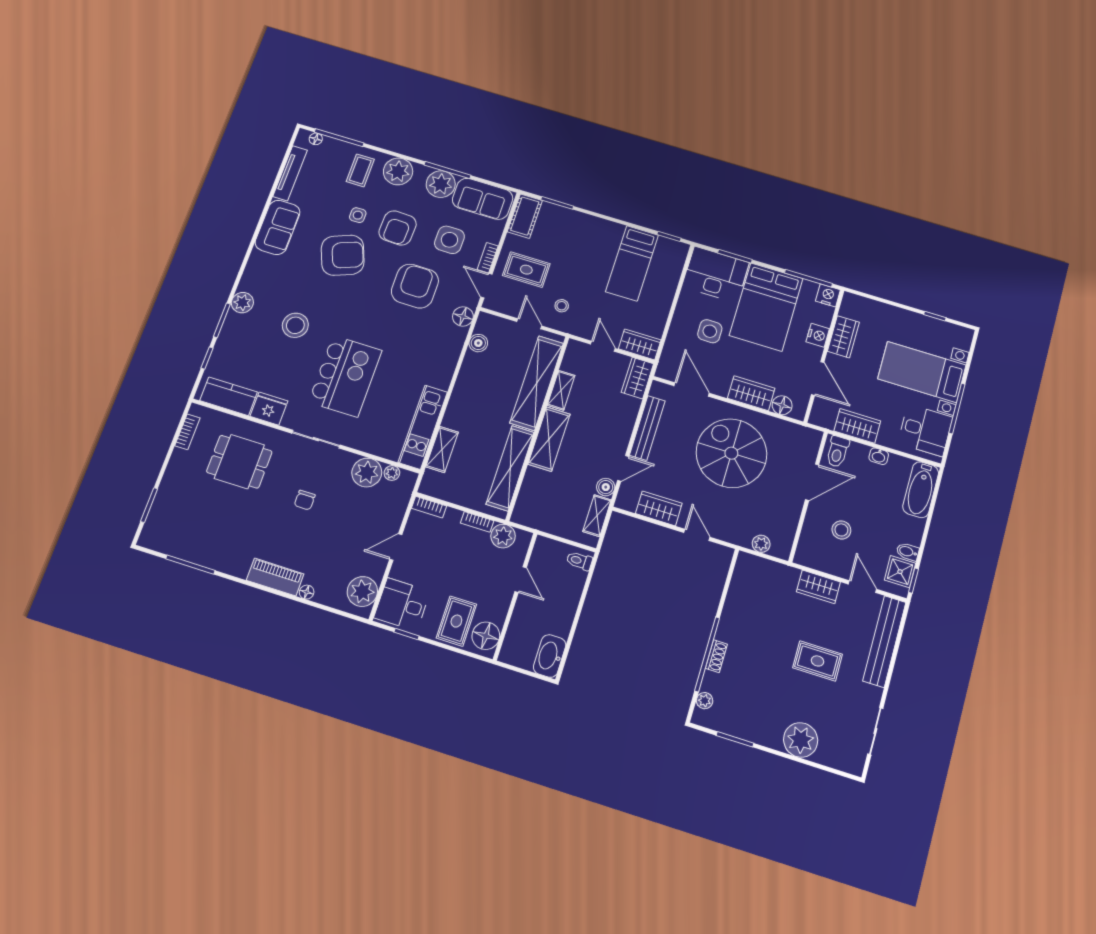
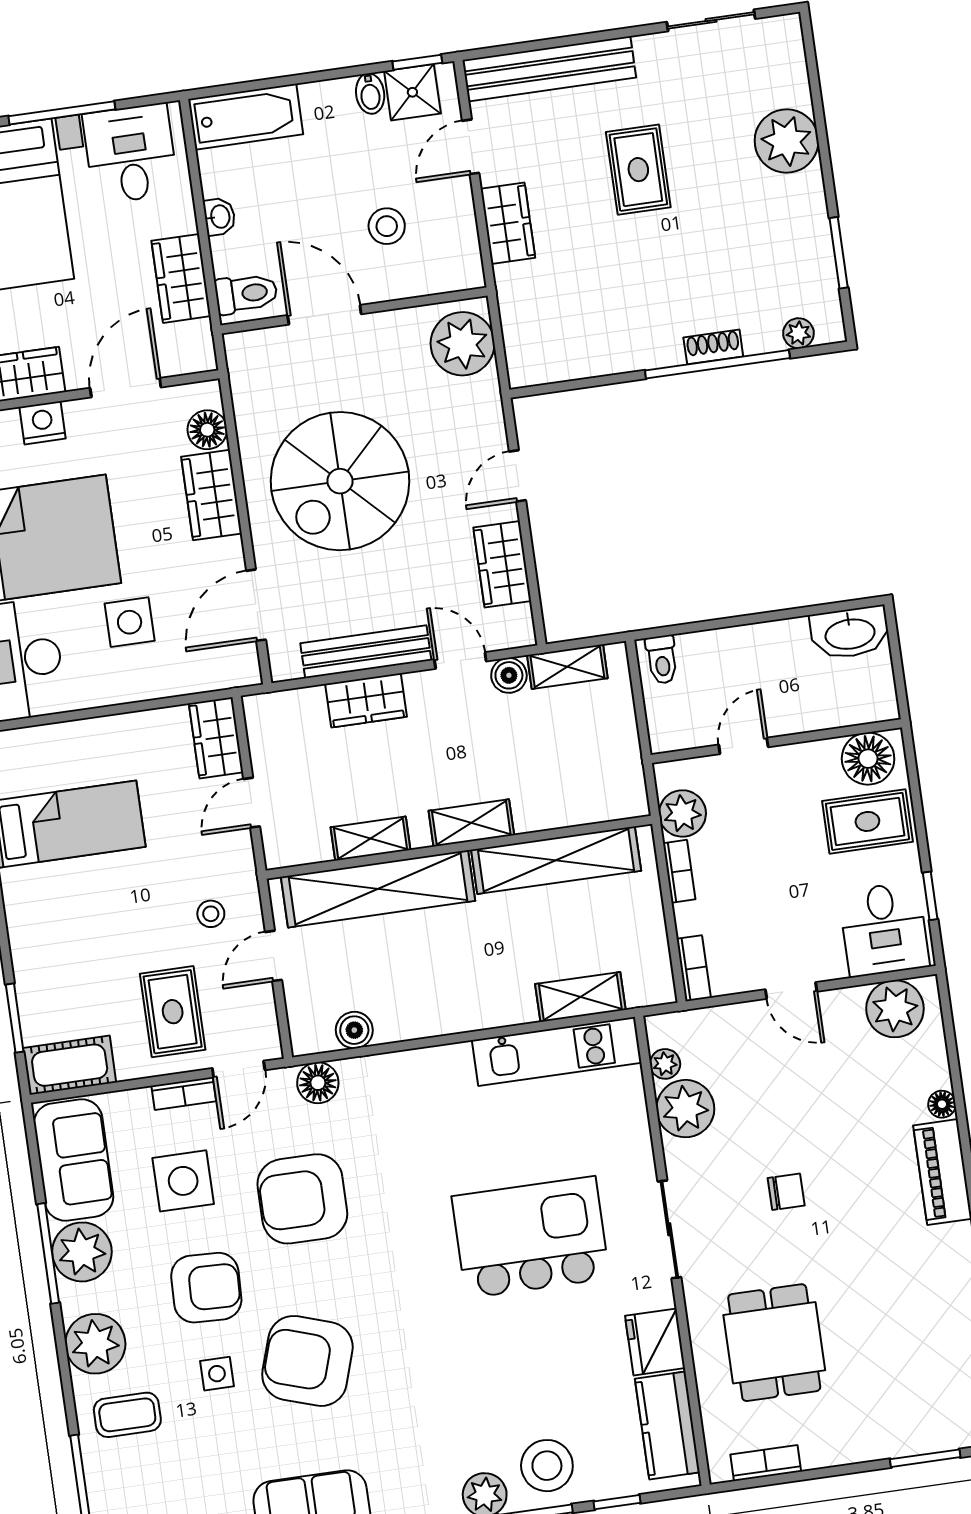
armchair: (343, 255) -> (307, 1361), turned -51
stool: (295, 325) -> (547, 1466), moved
wardrobe: (637, 378) -> (366, 700), moved
shelving: (549, 439) -> (471, 823), width x0.67, depth x0.75
plant: (761, 544) -> (463, 344), width x1.87, depth x1.87

